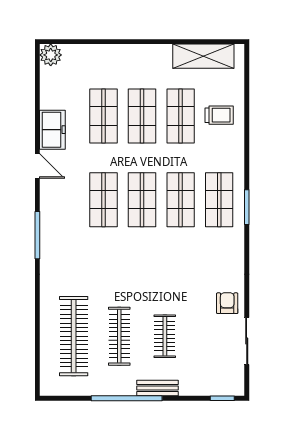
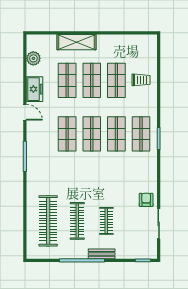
plant: (51, 55) -> (33, 58), moved
shelving: (203, 56) -> (77, 42), moved

